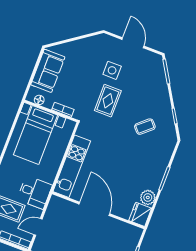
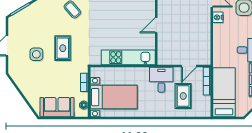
rug: (108, 101) -> (63, 48), turned 90
door: (94, 209) -> (156, 25), width x0.53
door: (38, 227) -> (189, 66), hinge flipped

